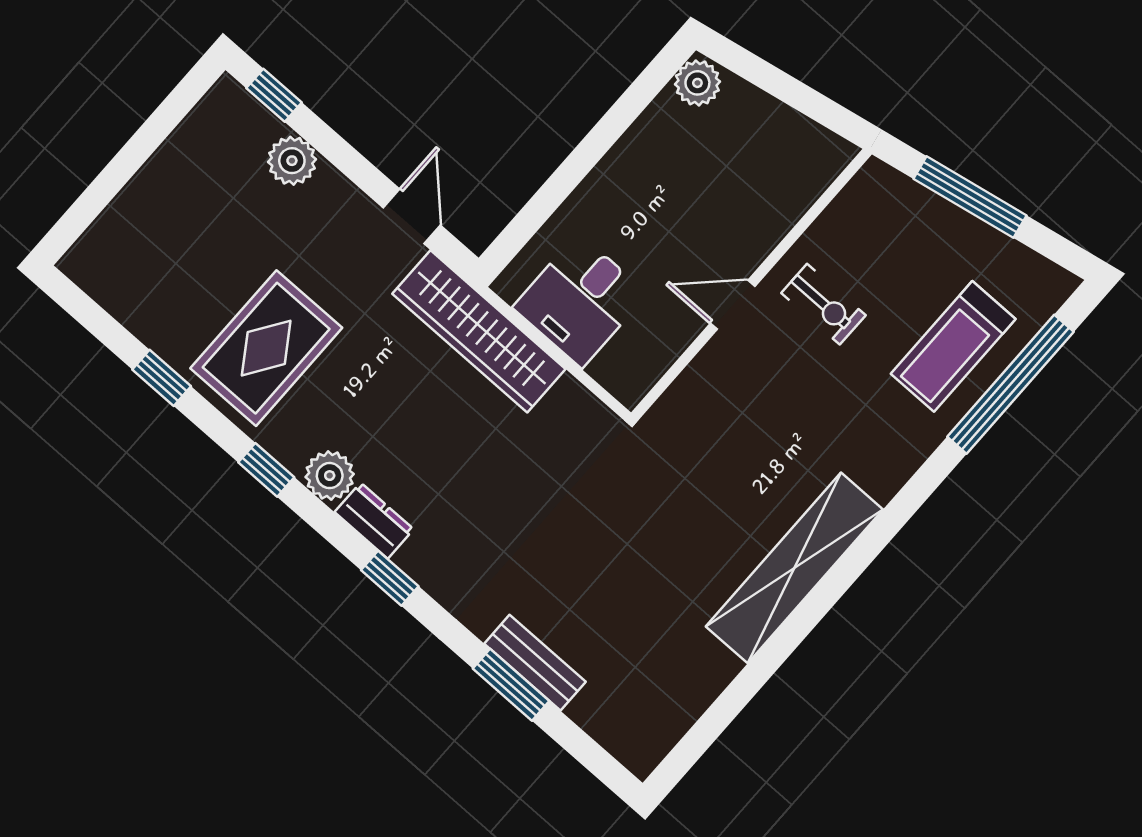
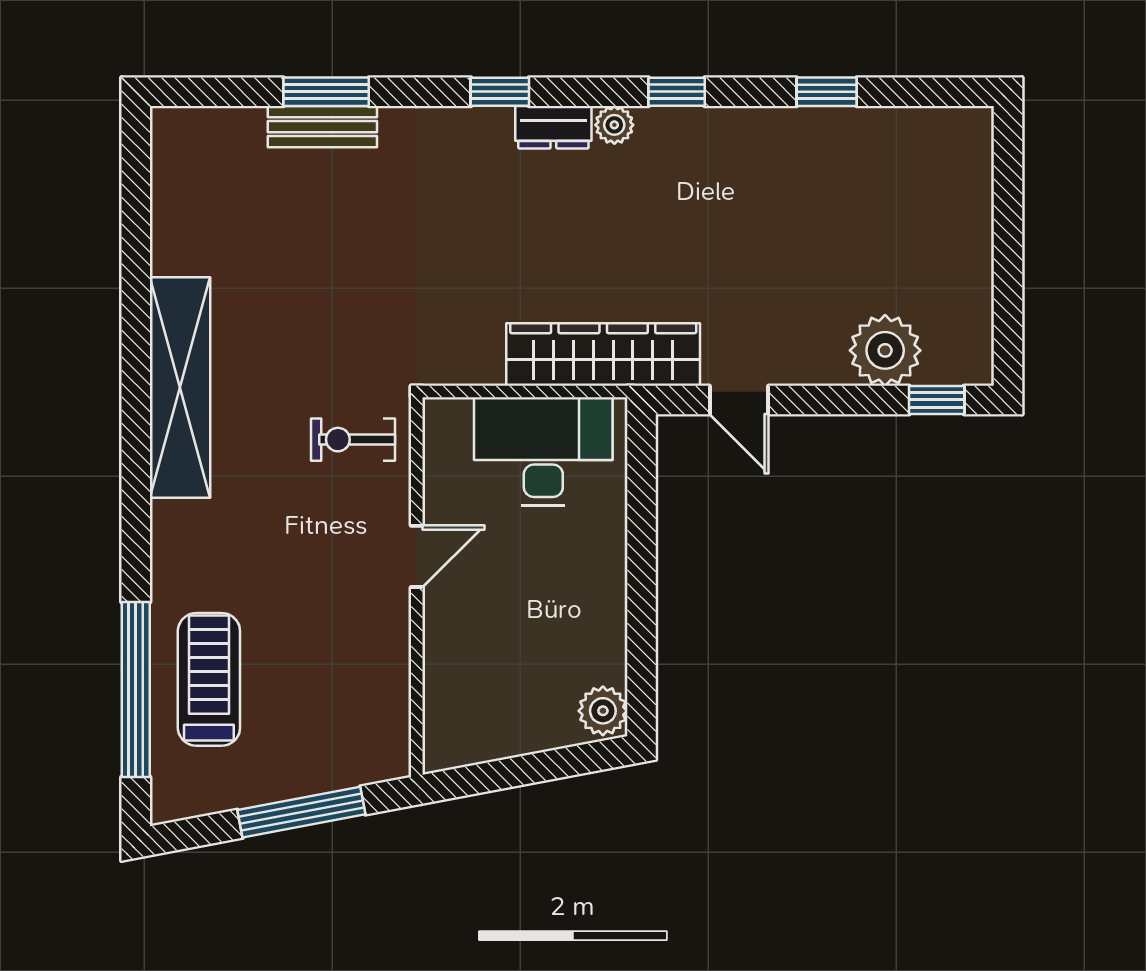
plant: (292, 161) -> (885, 350), width x1.36, depth x1.36
desk: (580, 301) -> (543, 451), width x1.37
exercise bike: (823, 304) -> (353, 440), moved
rug: (266, 348) -> (763, 190), removed
plant: (330, 476) -> (614, 125), width x0.73, depth x0.73

